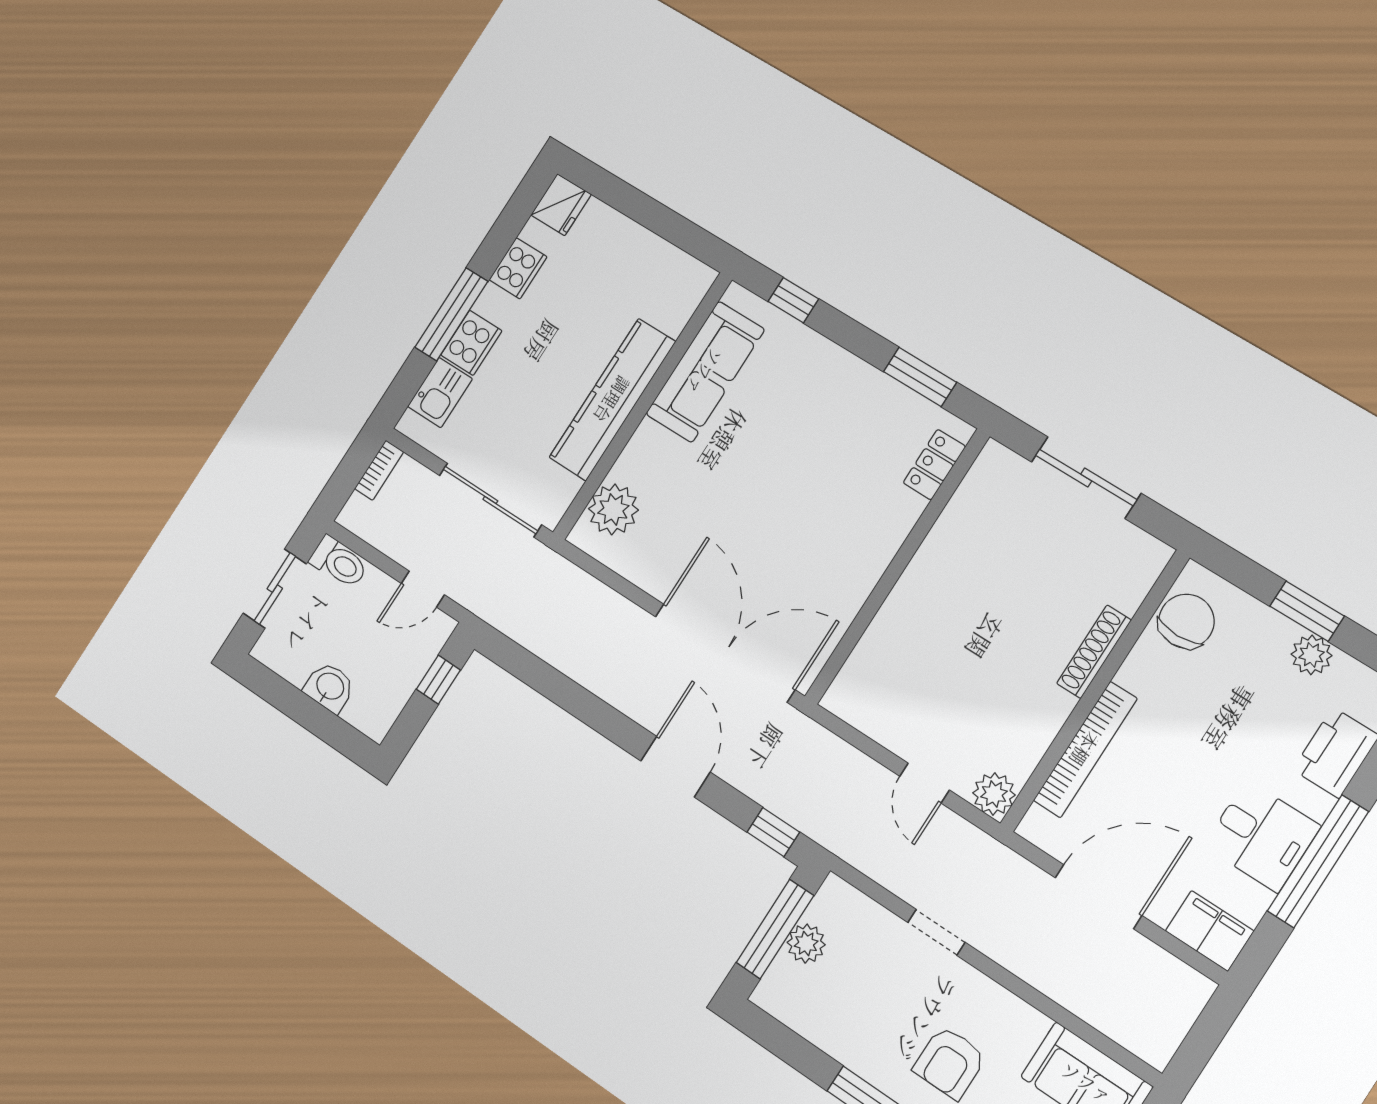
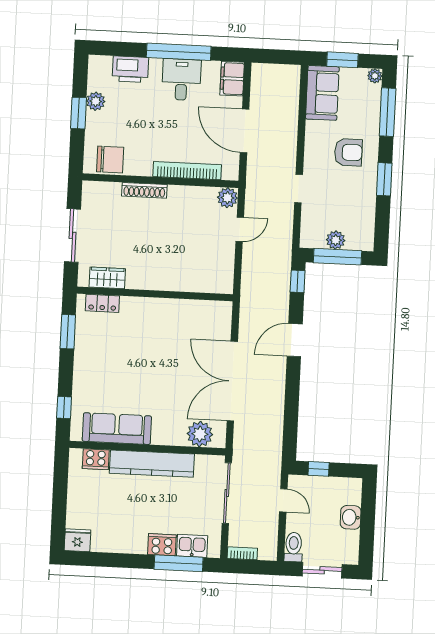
cooker: (518, 268) -> (96, 459), moved, turned 180
window: (451, 314) -> (179, 563), moved
wardrobe: (974, 498) -> (107, 278), added
chair: (1186, 621) -> (110, 160), turned 180
double door: (725, 653) -> (232, 381), moved

